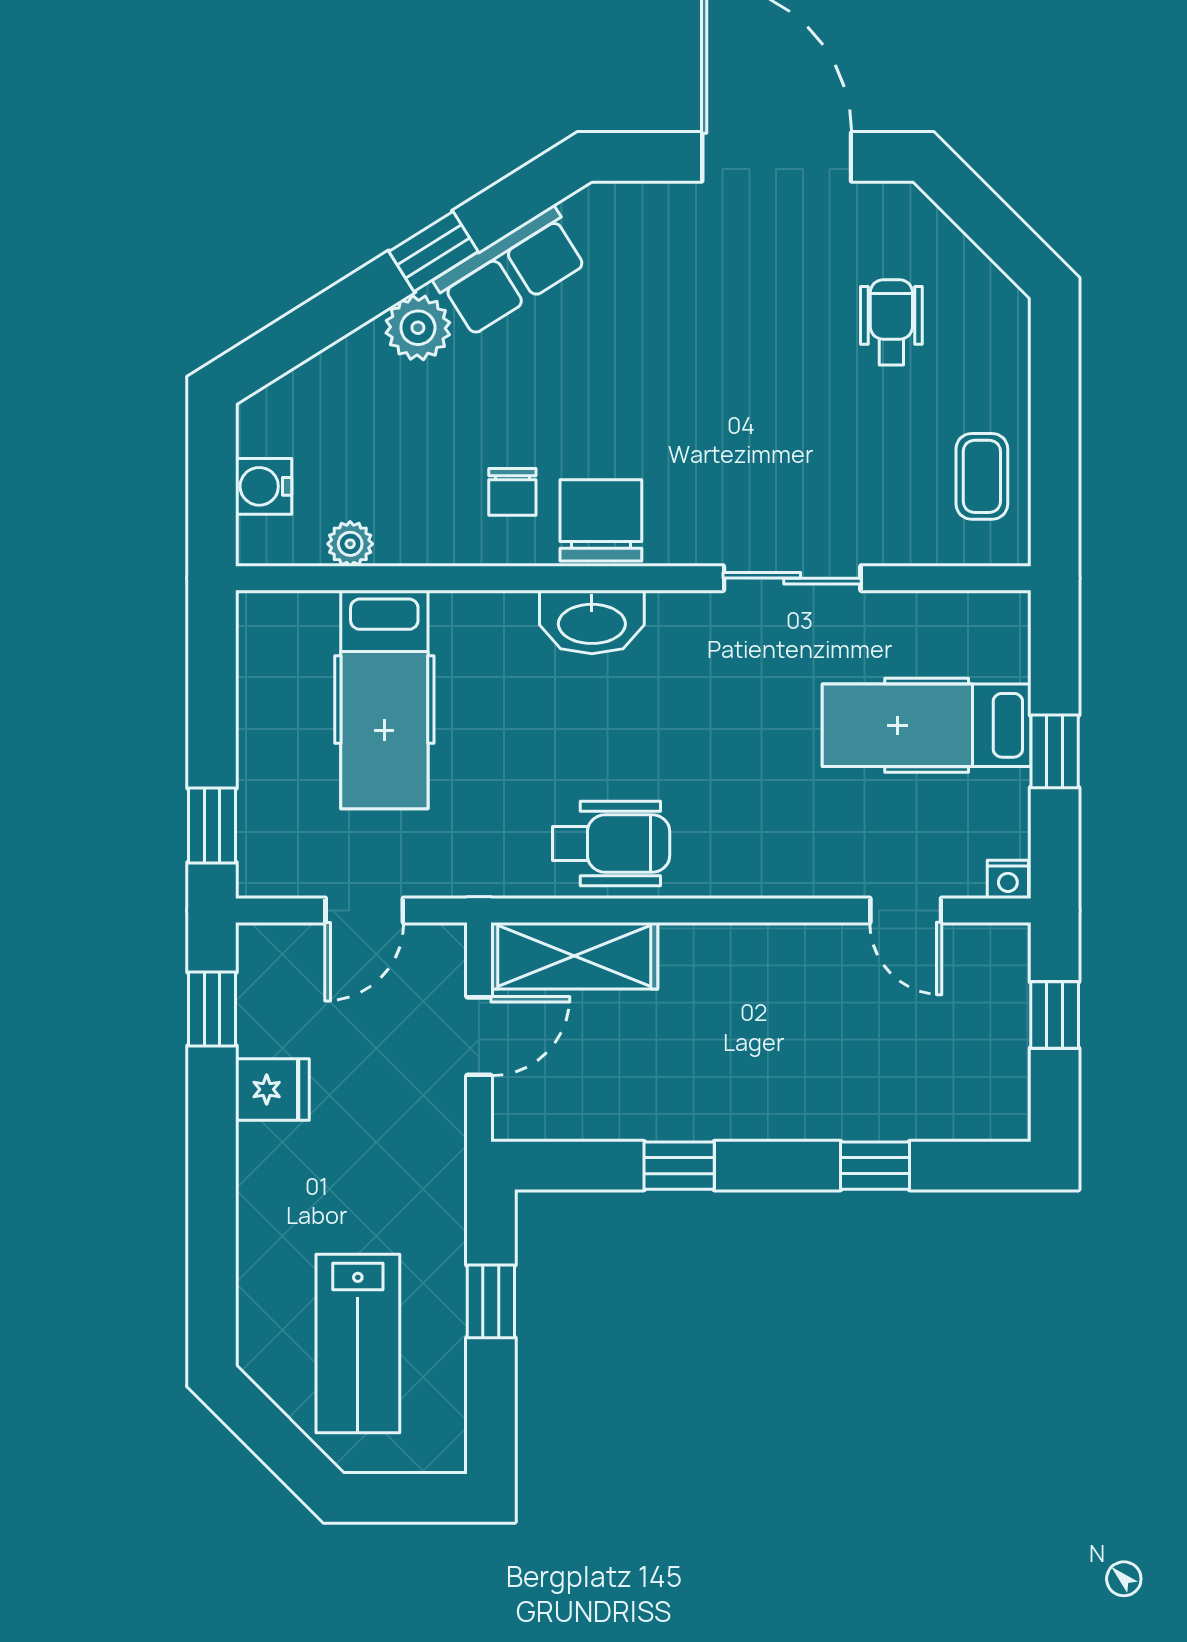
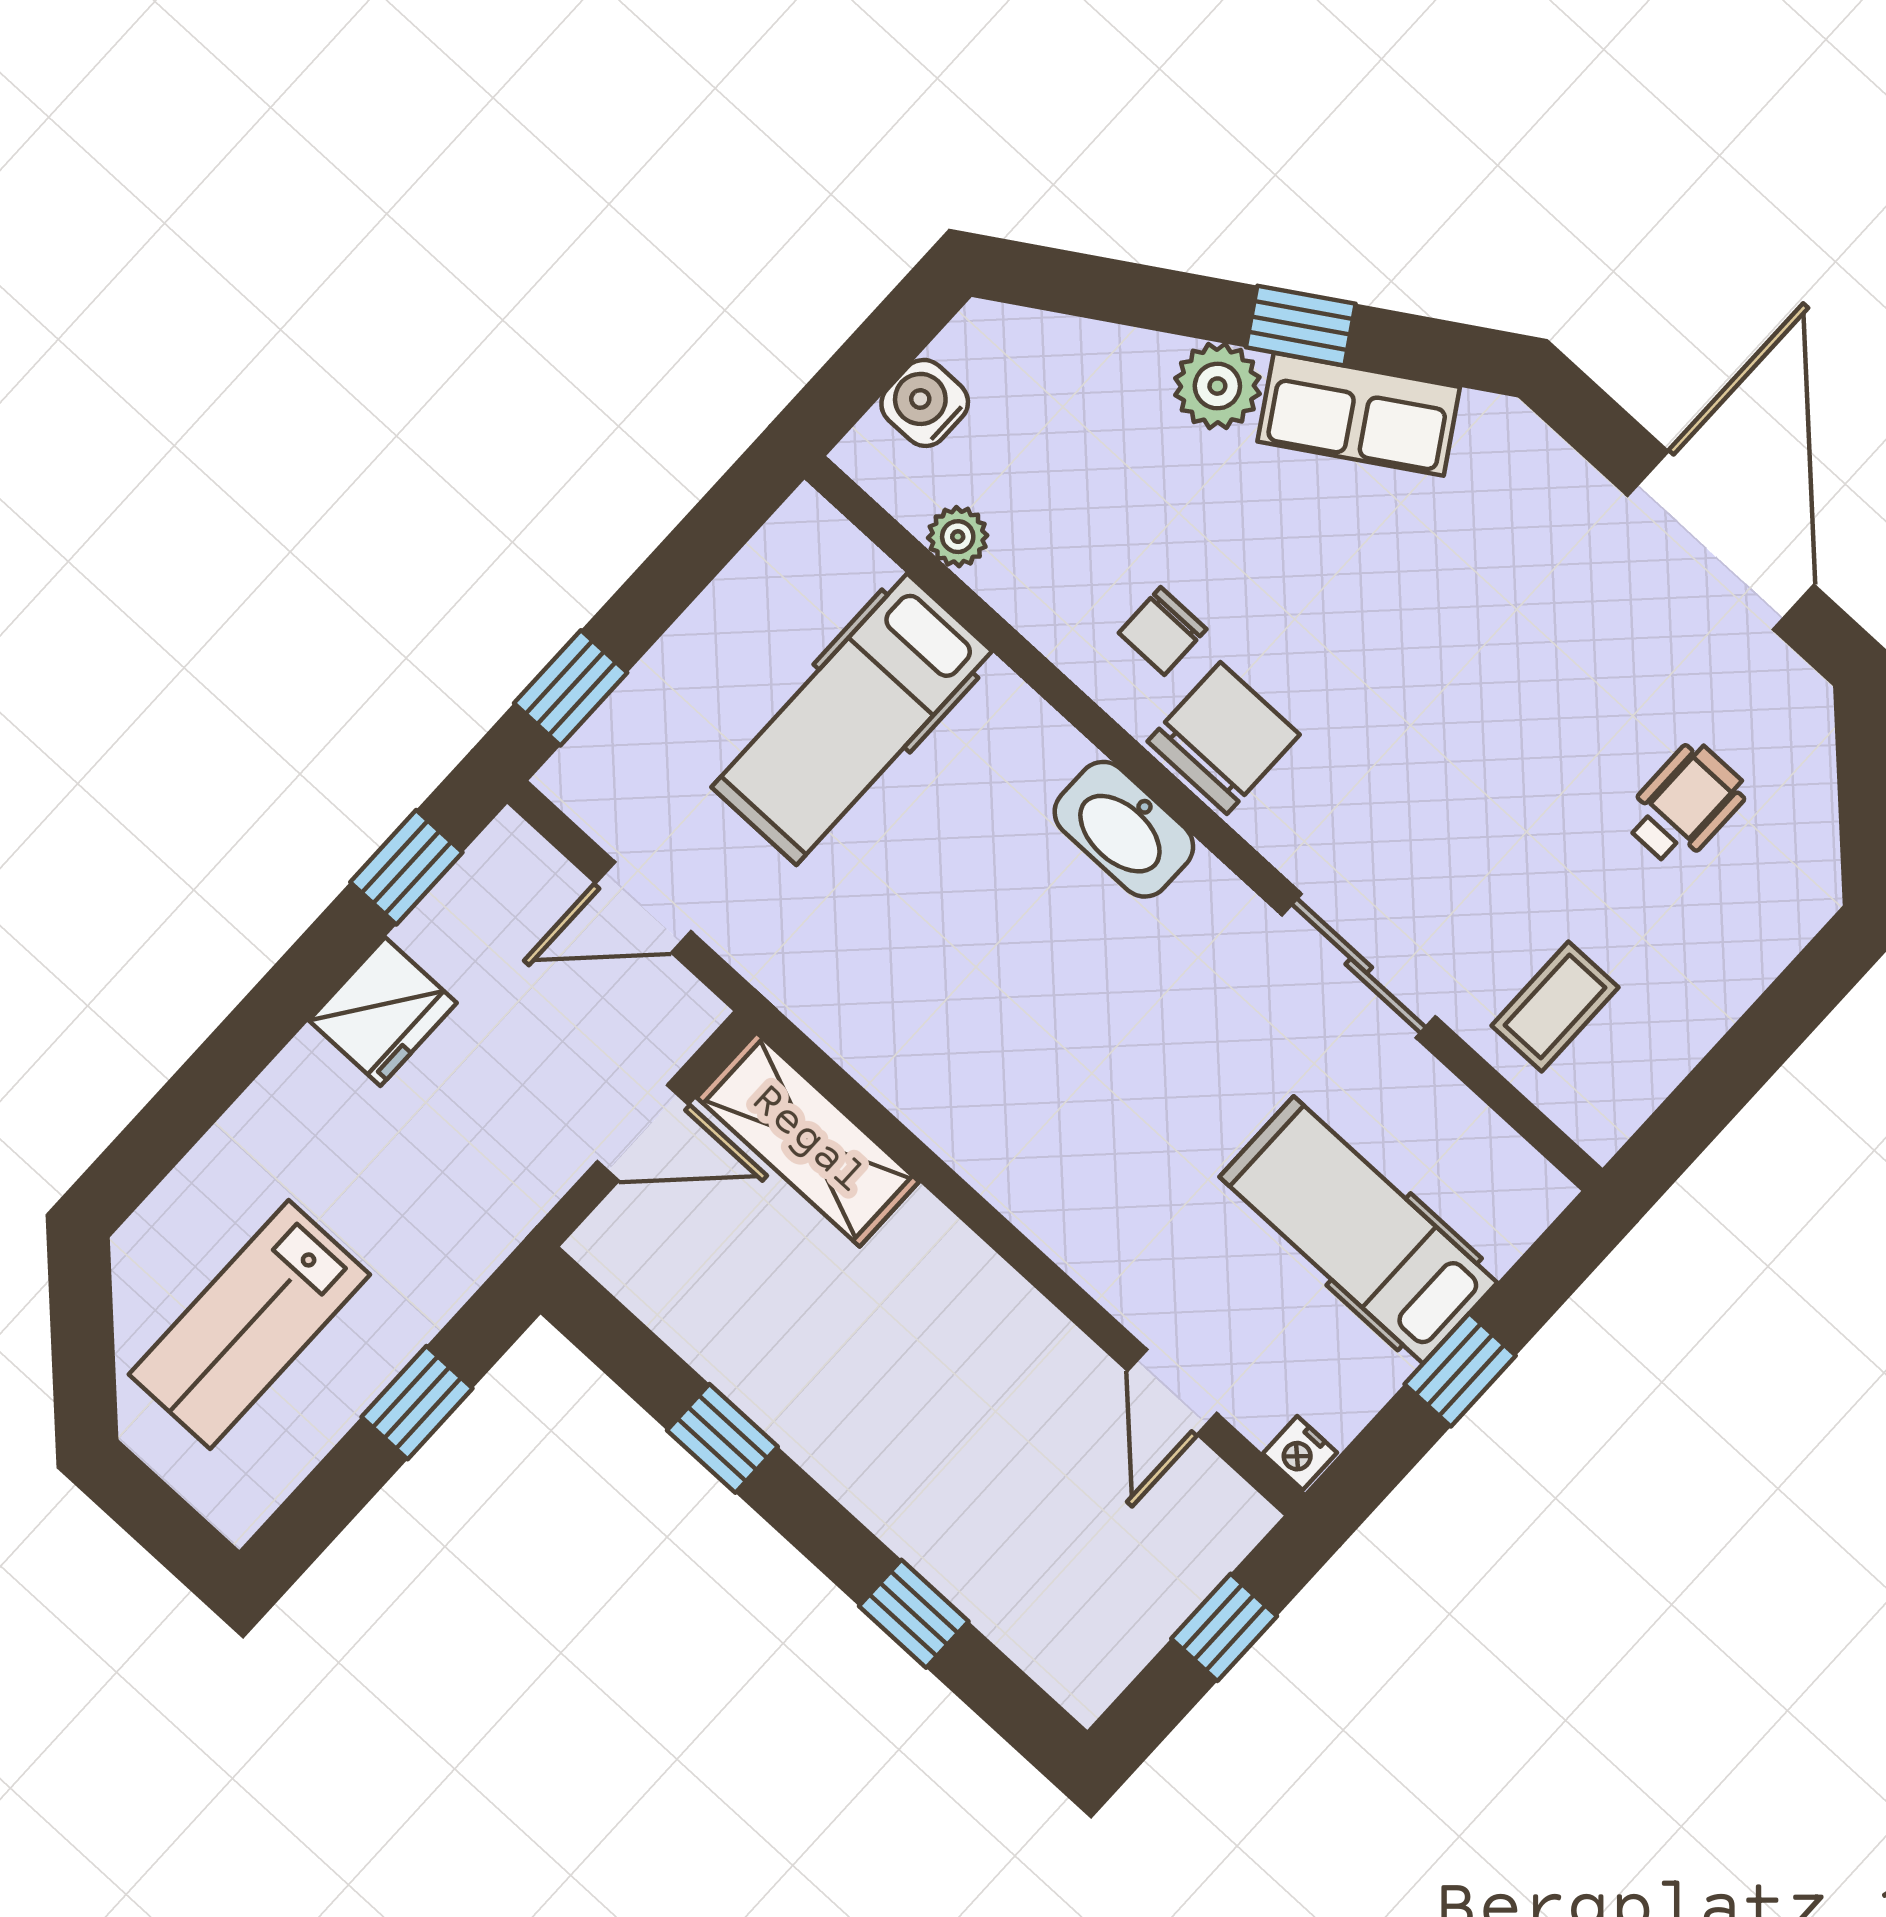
coffee table: (982, 476) -> (1555, 1006), moved
wheelchair: (611, 843) -> (944, 1063), removed
fridge: (272, 1089) -> (383, 1012), width x1.38

